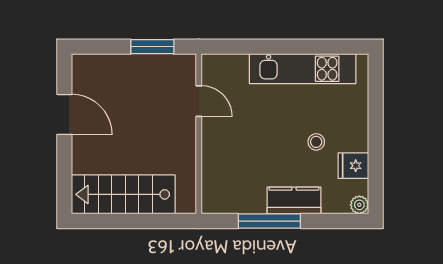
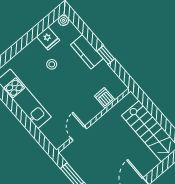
dishwasher: (215, 173) -> (105, 98), added
window: (269, 221) -> (106, 55), width x0.46

